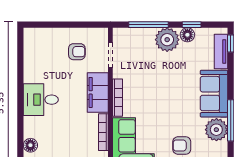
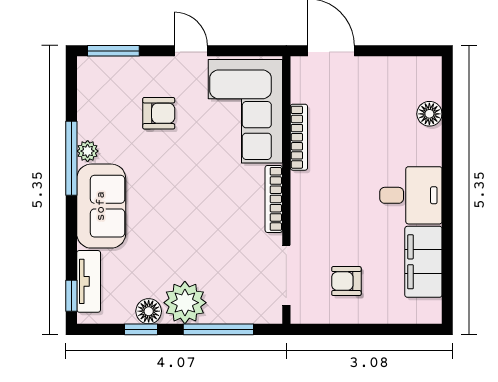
doorway: (110, 55) -> (286, 275), width x1.38
filing cabinet: (98, 92) -> (423, 262), moved, turned 180
plant: (216, 130) -> (88, 151), width x0.53, depth x0.53

